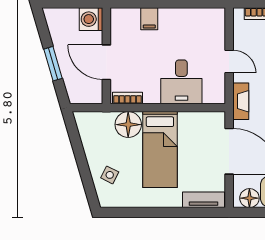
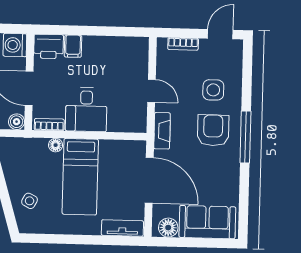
printer: (125, 20) -> (49, 46), added
desk: (181, 82) -> (86, 109), moved
boiler: (95, 96) -> (17, 122), added
floor lamp: (128, 125) -> (56, 145), width x0.53, depth x0.53

